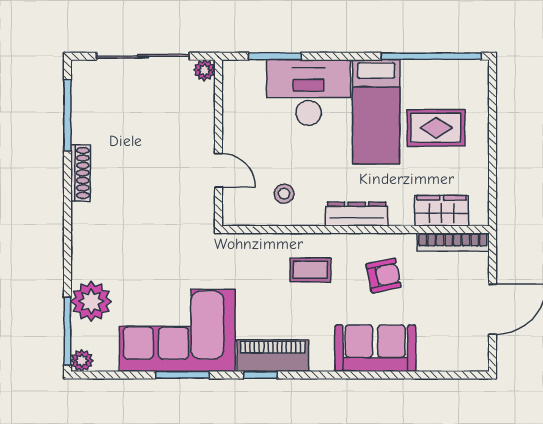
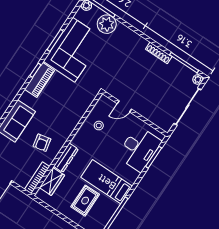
plant: (205, 70) -> (198, 79), moved
desk: (309, 92) -> (139, 149), moved
dresser: (357, 214) -> (66, 158), moved
coffee table: (310, 270) -> (63, 116), removed

